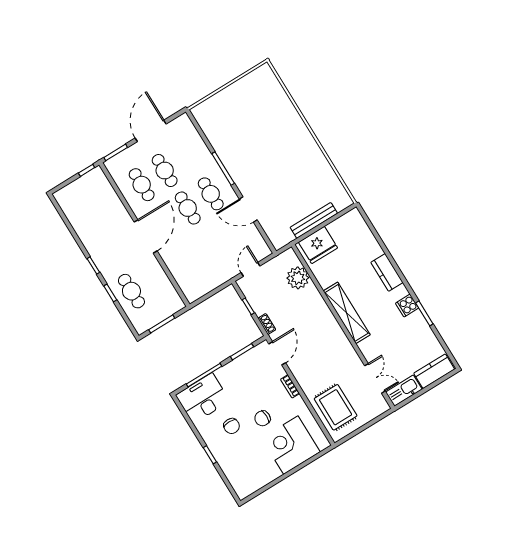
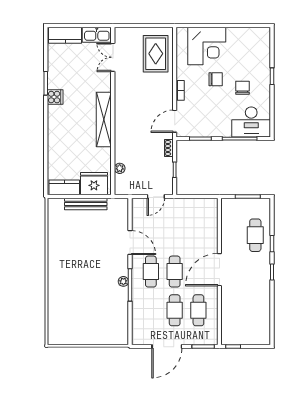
plant: (231, 168) -> (123, 281), added
kitchen counter: (387, 272) -> (64, 187), moved, turned -90
plant: (298, 278) -> (120, 168), width x0.53, depth x0.53

